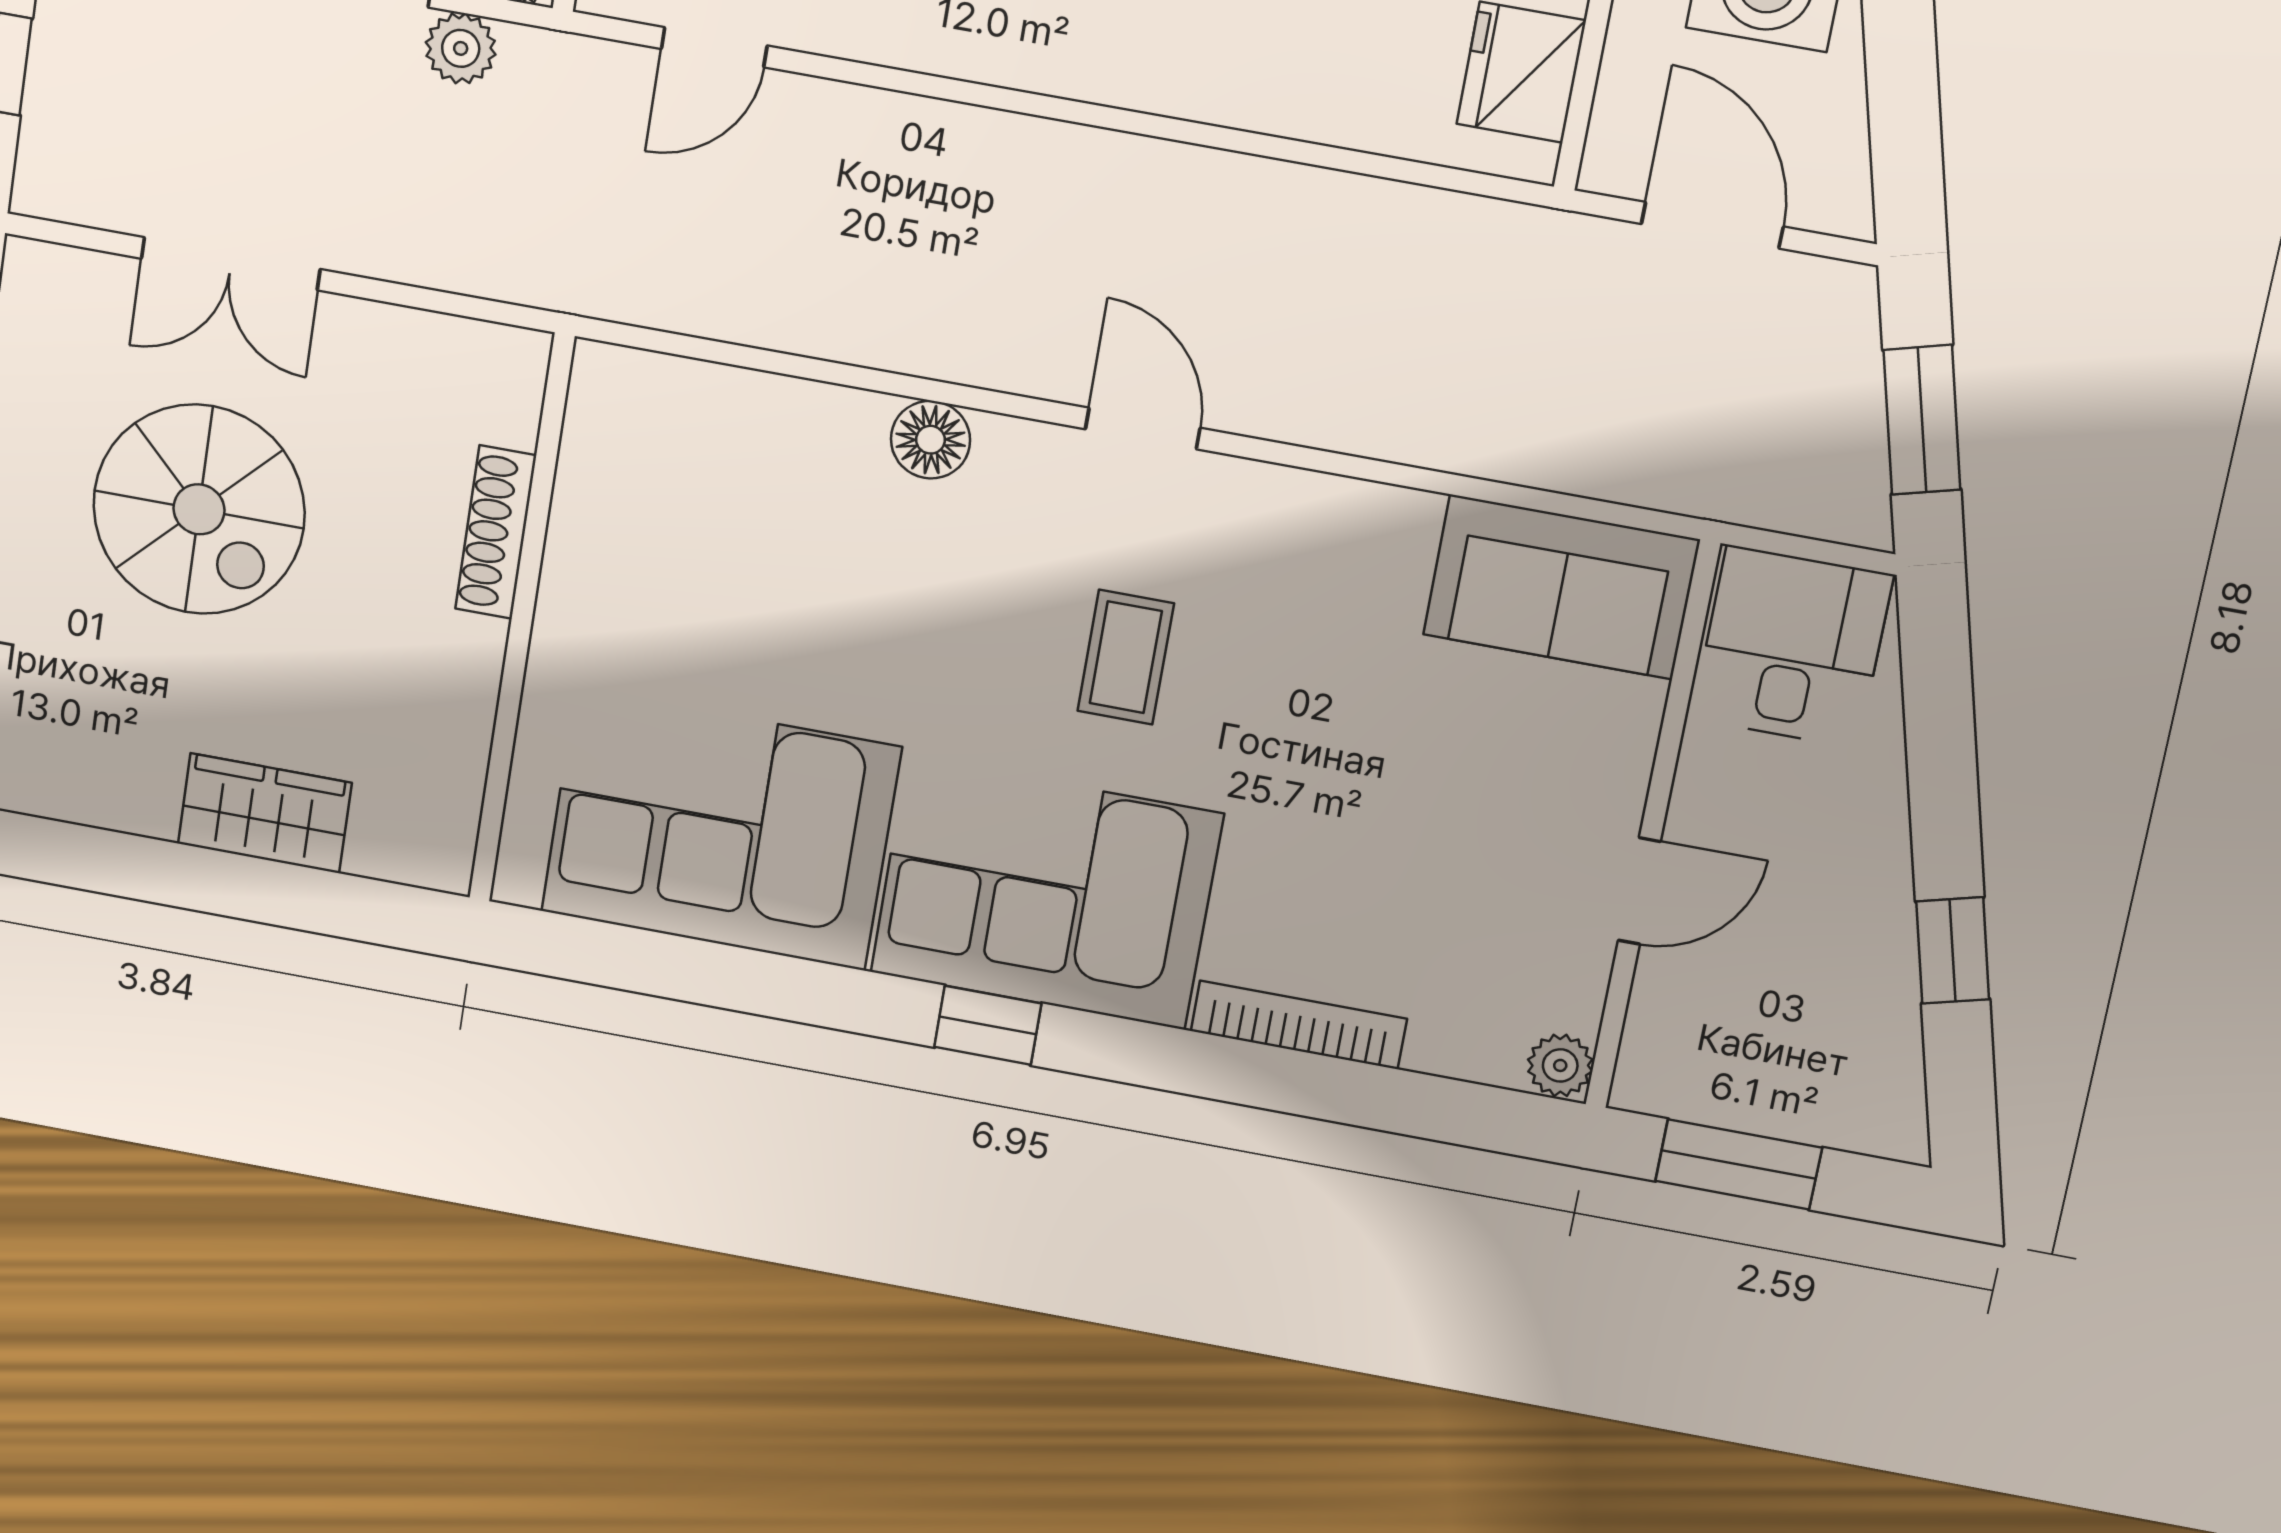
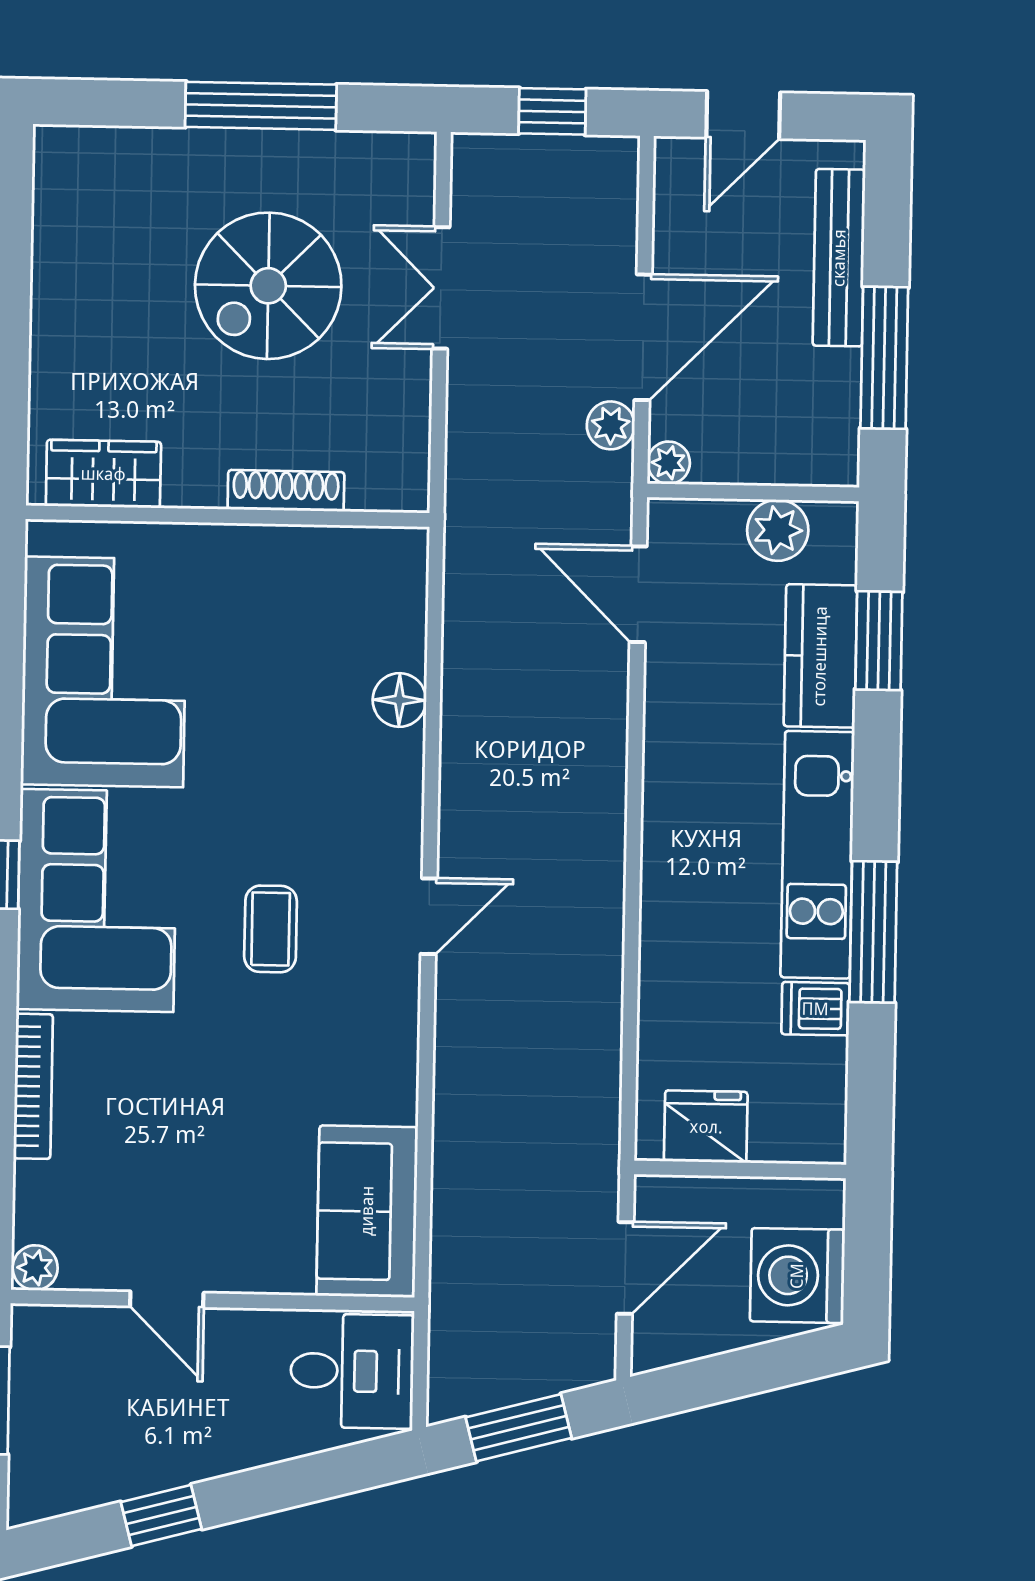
door: (714, 47) -> (638, 594), width x1.38
floor lamp: (931, 440) -> (399, 700), moved
coffee table: (1126, 657) -> (271, 929), turned 90
wardrobe: (265, 813) -> (103, 474), moved, turned -90

